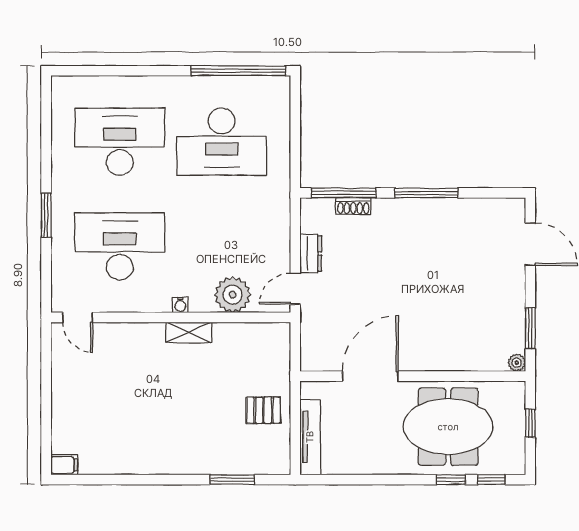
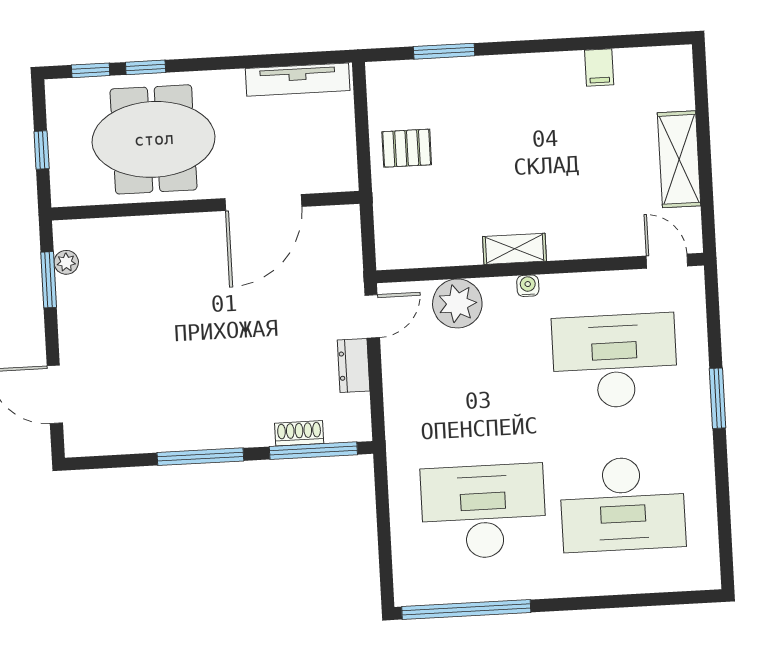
desk: (120, 246) -> (615, 361), turned 180
plant: (517, 363) -> (66, 262), moved
shelving: (65, 391) -> (679, 159), added
tv unit: (310, 437) -> (298, 80), moved, turned -90
filing cabinet: (64, 465) -> (599, 67), moved, turned -90

